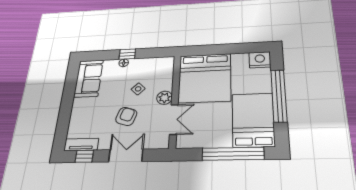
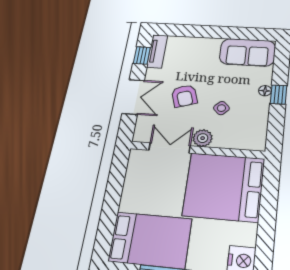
armchair: (126, 116) -> (184, 96), turned 54
double door: (174, 119) -> (169, 148), swing flipped
window: (233, 154) -> (110, 211), removed

